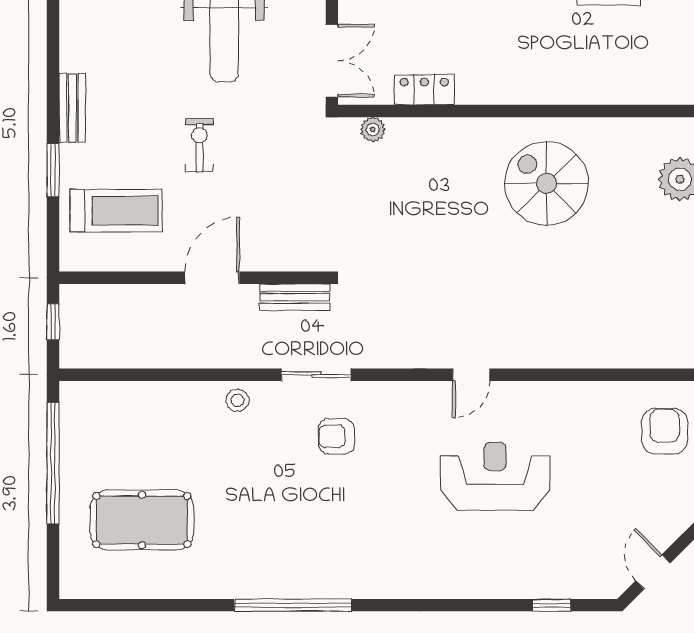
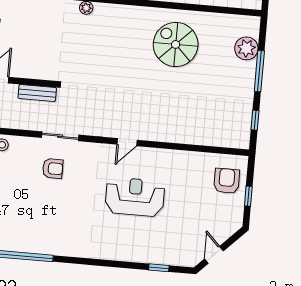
sliding door: (316, 375) -> (60, 136), moved
armchair: (336, 436) -> (53, 168), turned 180

